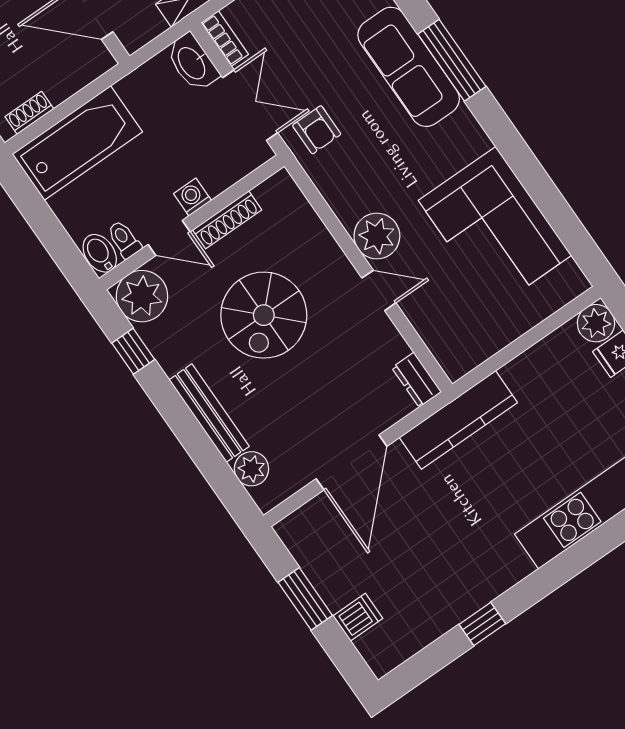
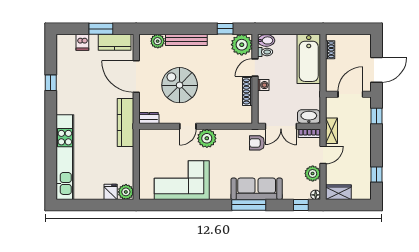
spiral stairs: (264, 315) -> (180, 85), moved
kitchen counter: (313, 553) -> (115, 42), added

